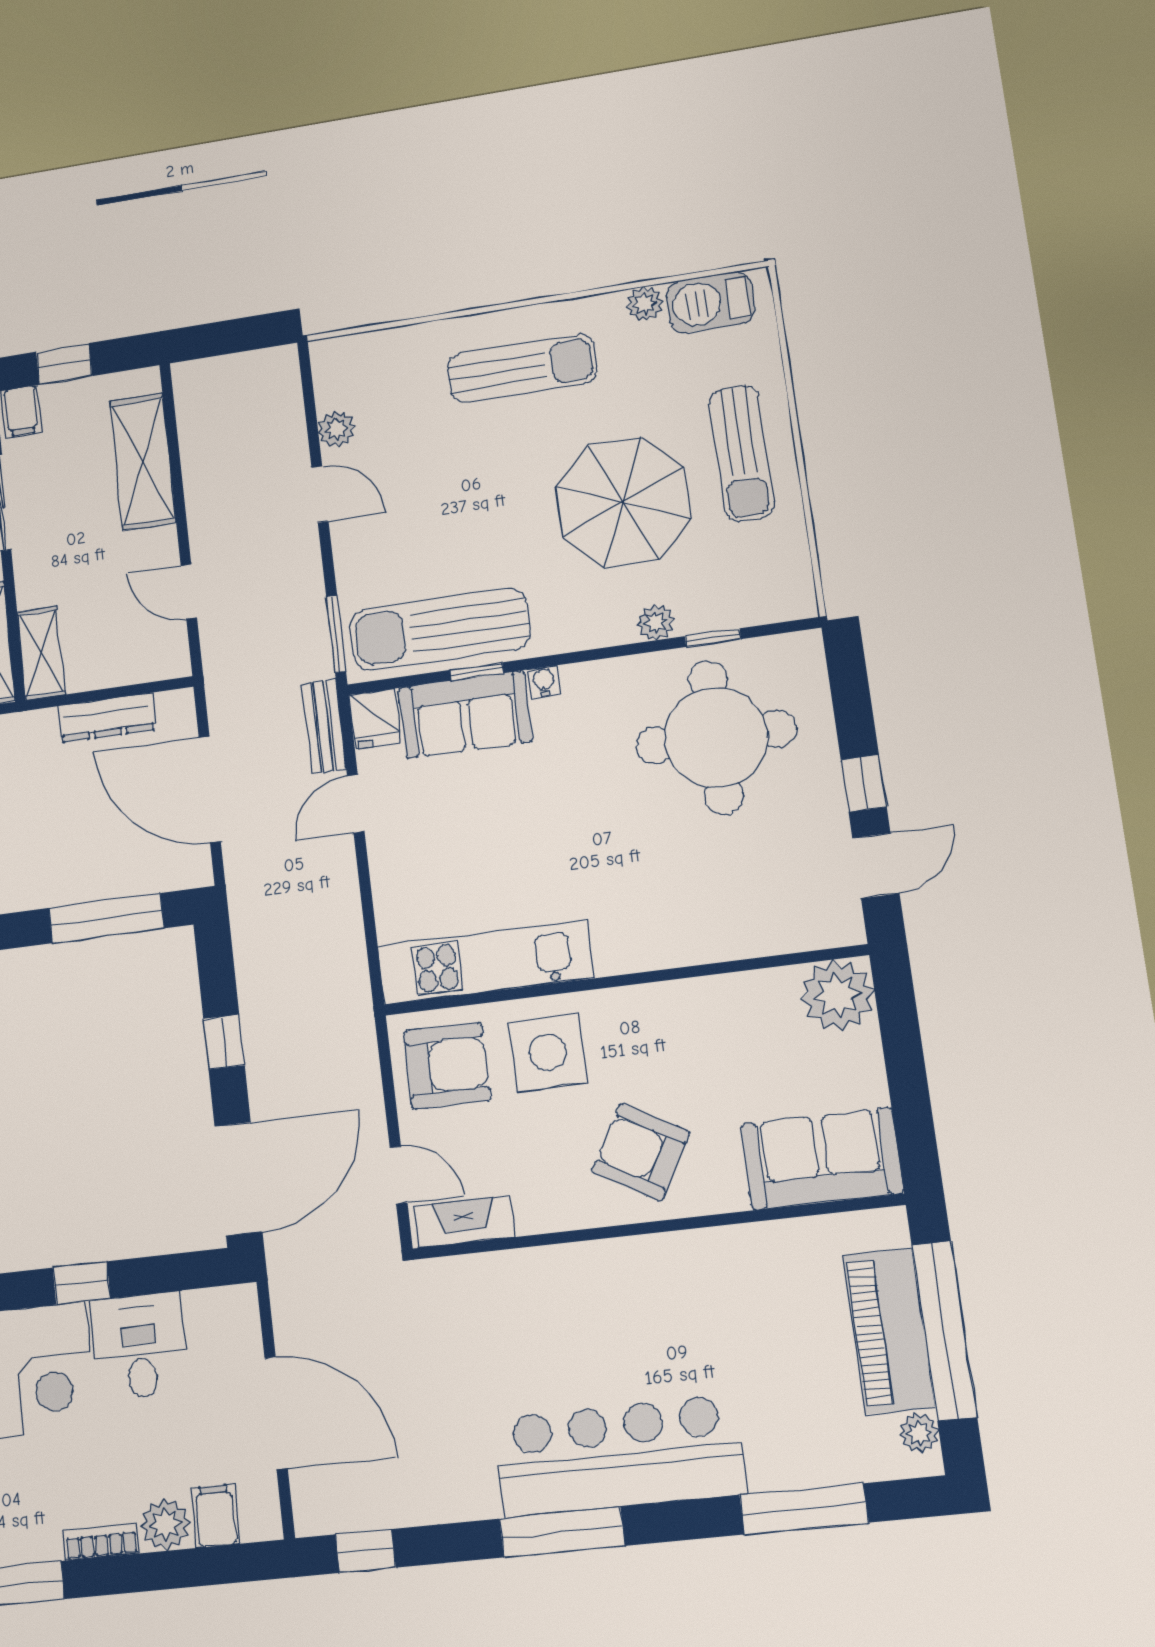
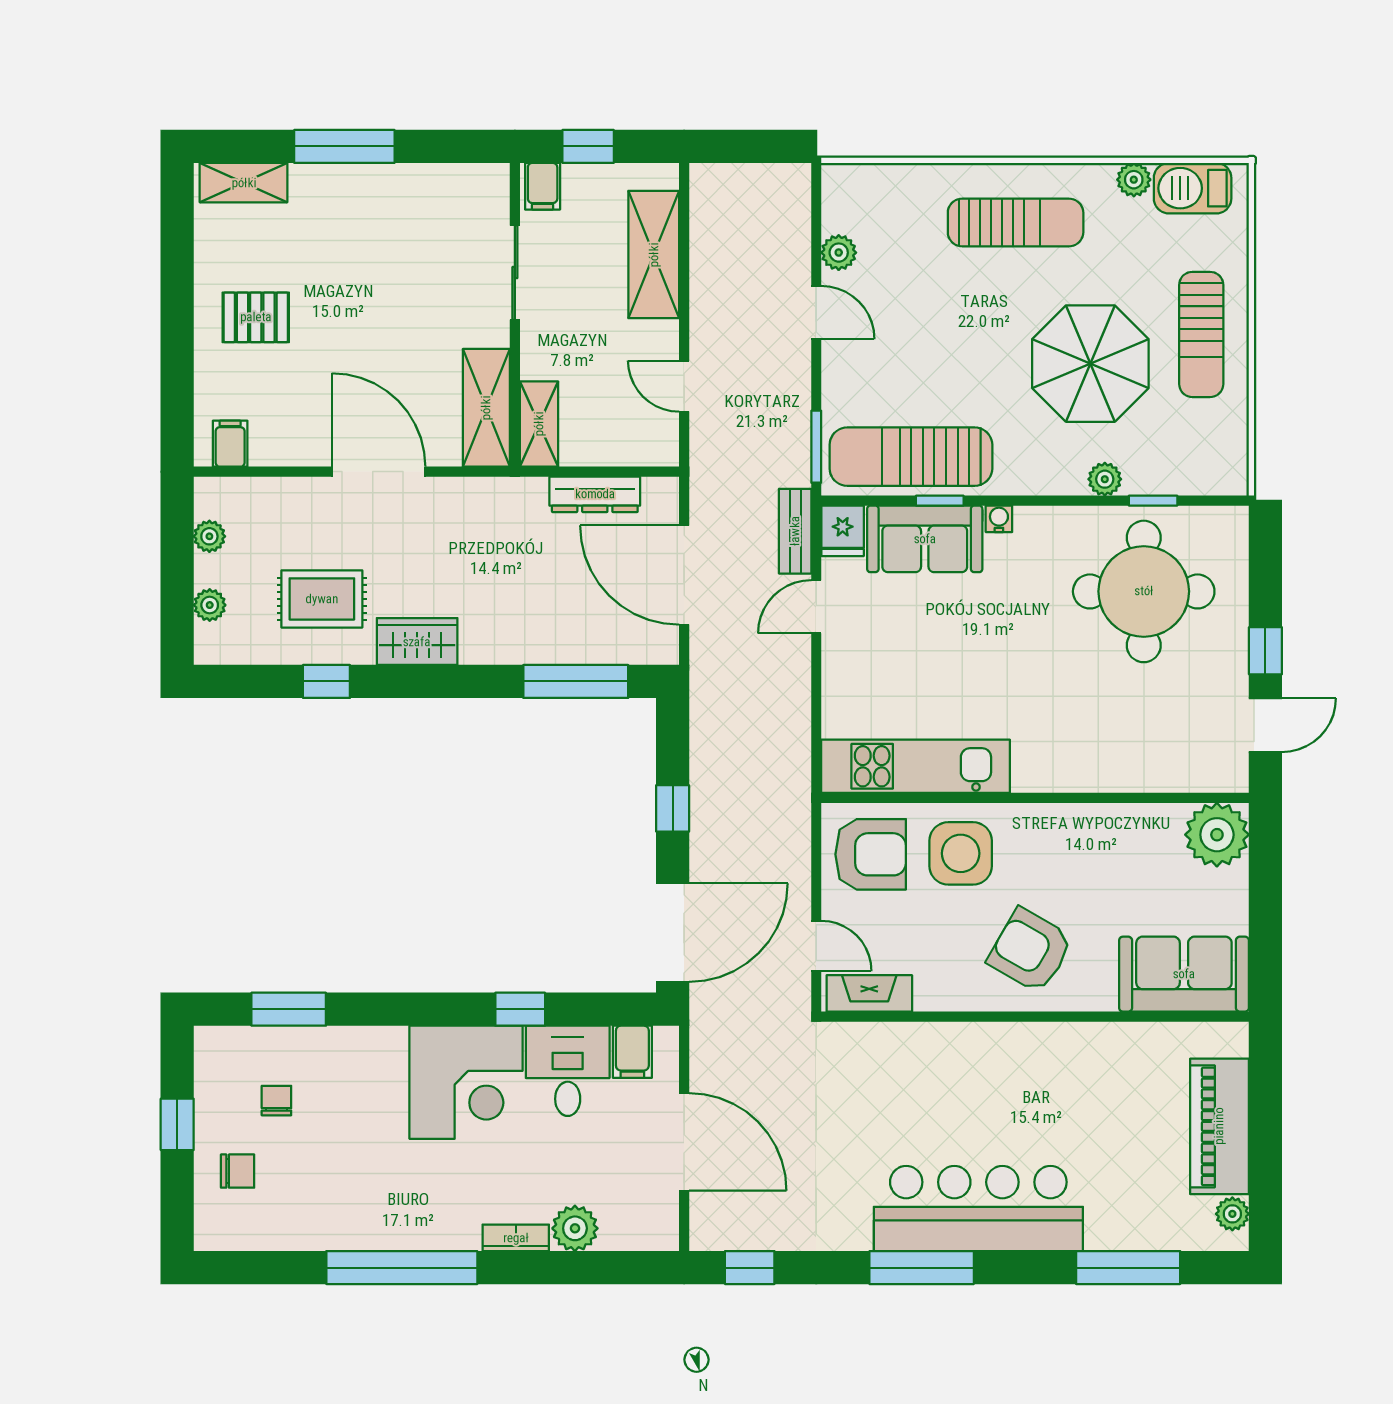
window: (944, 1331) -> (1265, 1131), removed
filing cabinet: (215, 1516) -> (632, 1052), moved, turned 180

